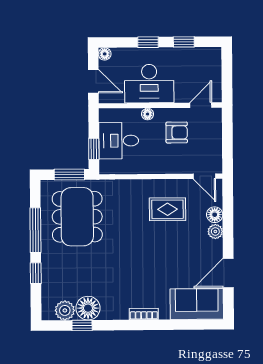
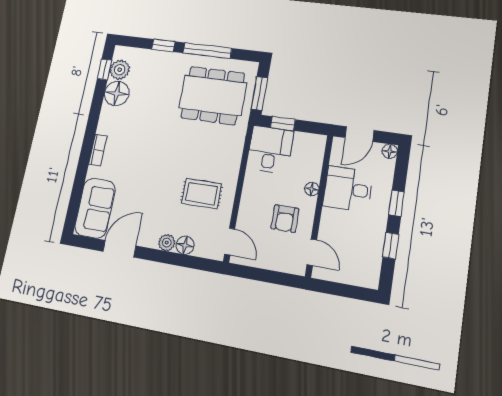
desk: (149, 84) -> (348, 189), width x0.73
desk: (119, 141) -> (270, 149), moved
door: (204, 176) -> (230, 241), swing flipped
rug: (168, 209) -> (201, 194), turned 90
door: (228, 273) -> (119, 249), hinge flipped
window: (82, 325) -> (105, 69), moved

